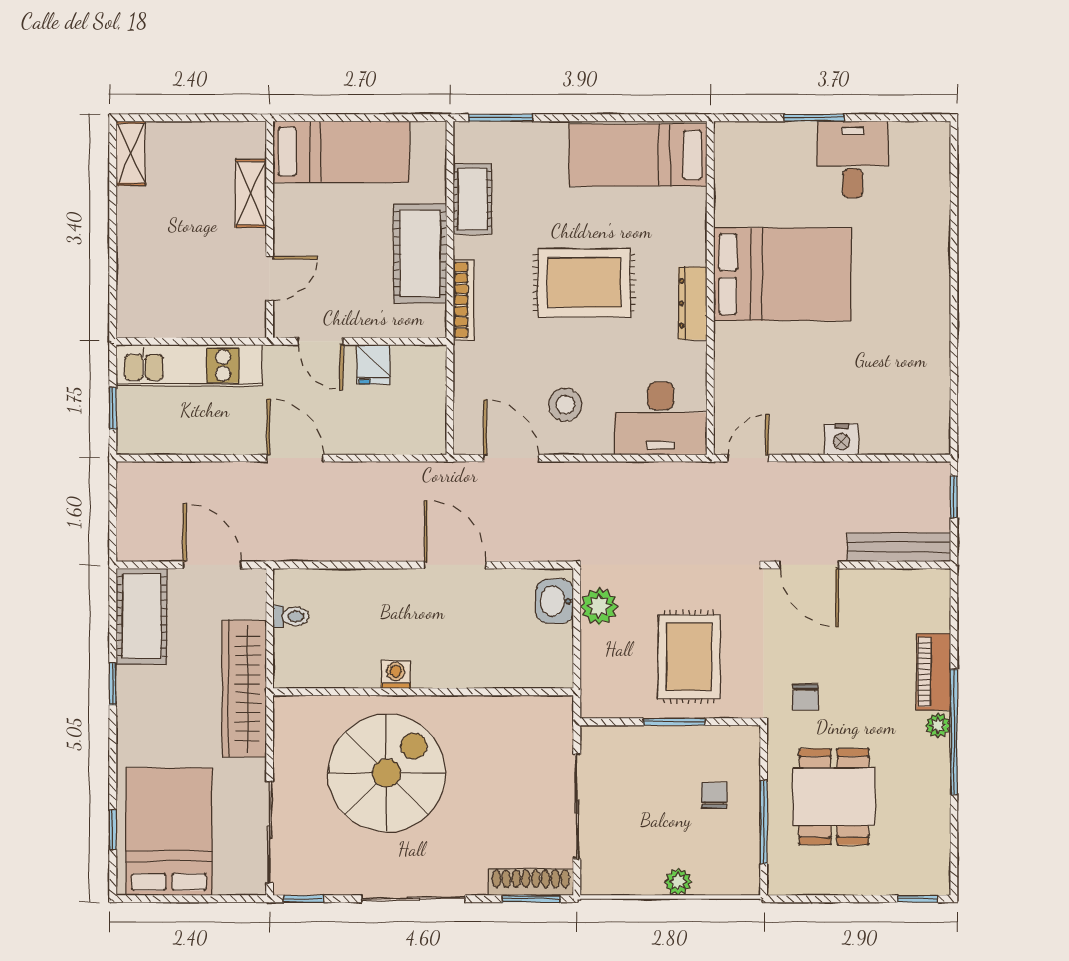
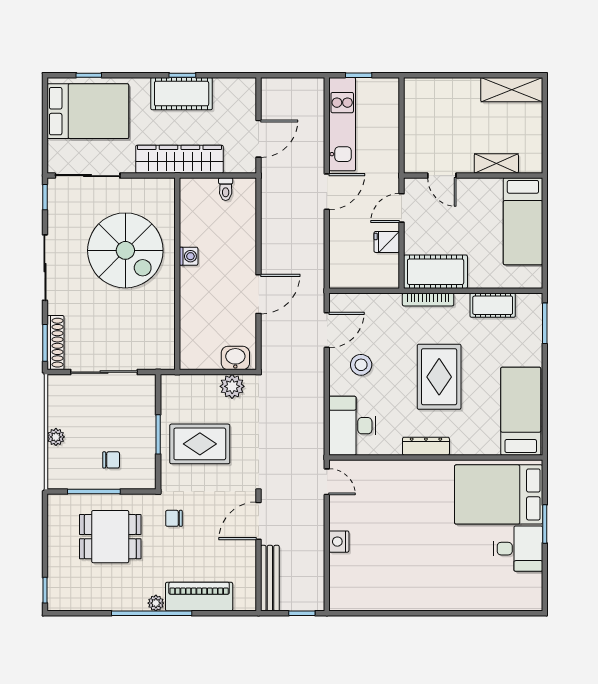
shelving: (131, 153) -> (512, 90), width x1.50, depth x1.33
cot: (420, 254) -> (436, 272), moved
bed: (782, 274) -> (499, 494), moved, turned 90
kitchen unit: (189, 365) -> (342, 124), moved, turned 180
cot: (142, 616) -> (182, 94), moved
piano: (933, 672) -> (199, 597), width x1.37, depth x1.33

